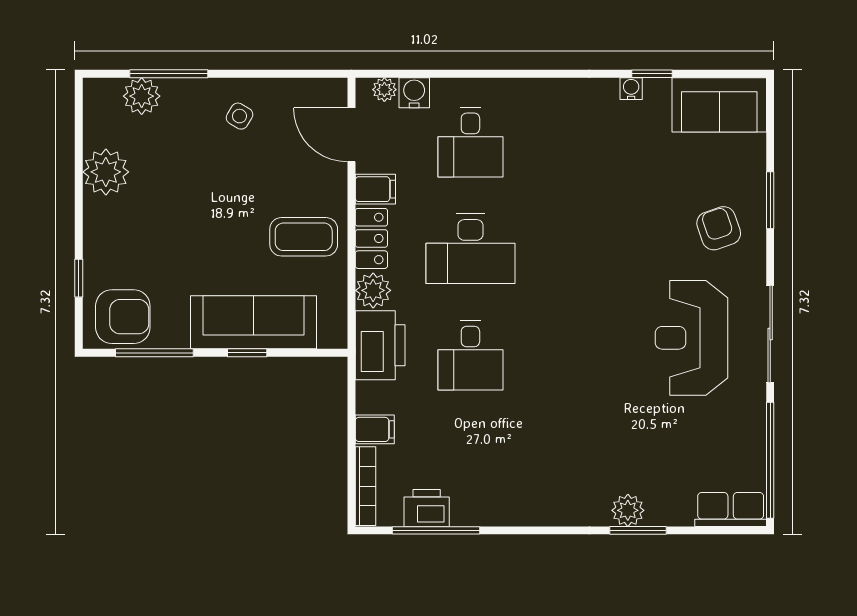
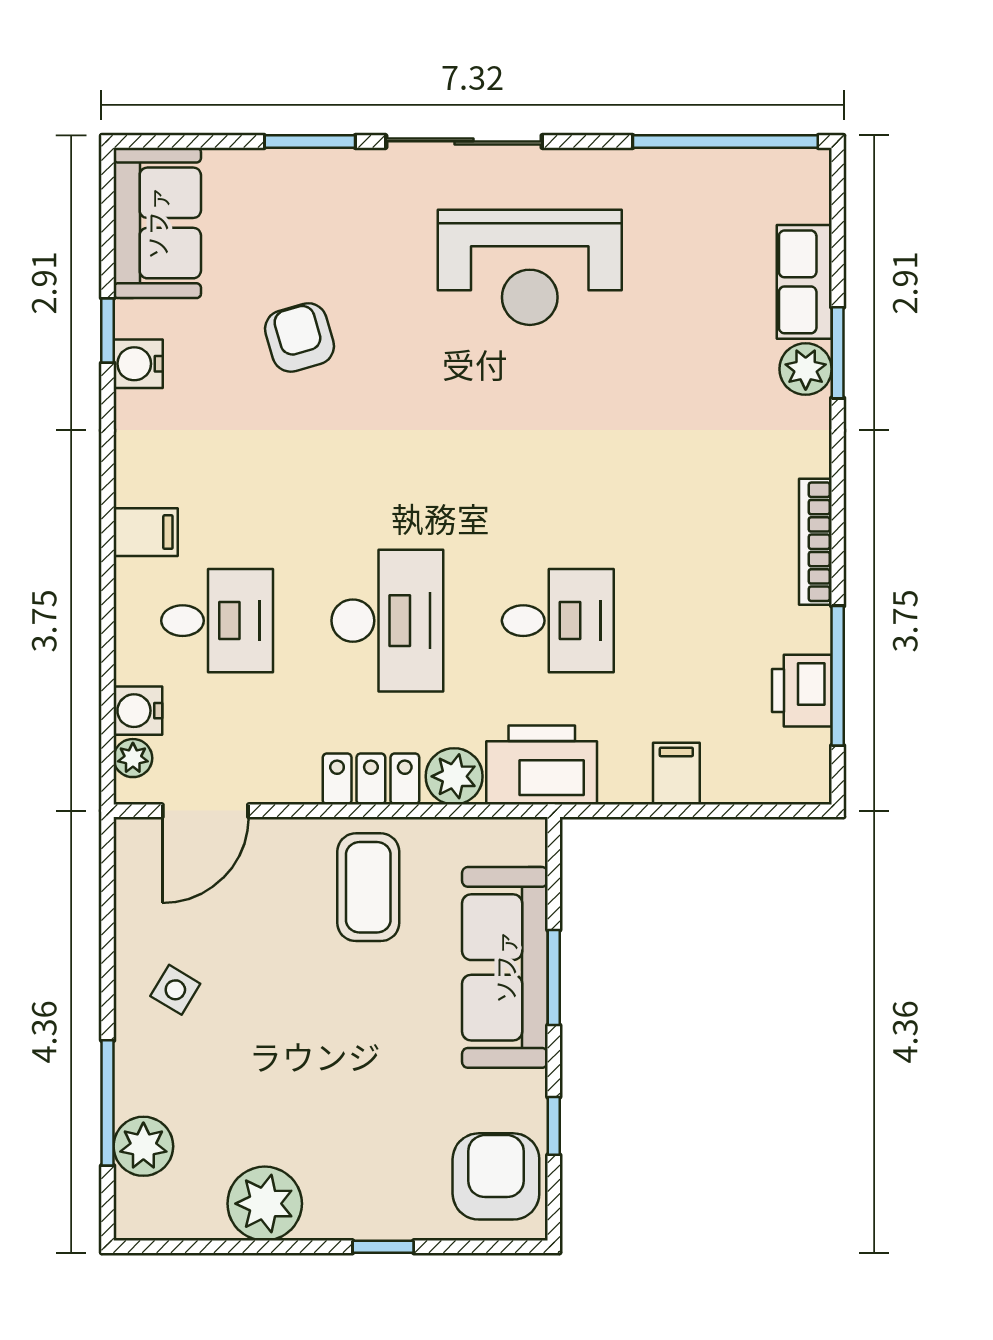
water cooler: (631, 89) -> (138, 364), width x1.38, depth x1.38
filing cabinet: (375, 189) -> (146, 532), moved, turned 90
armchair: (719, 228) -> (300, 337), moved, turned 93
window: (79, 278) -> (383, 1247), moved
sliding door: (770, 334) -> (464, 141), moved
window: (154, 353) -> (554, 1126), width x0.46
window: (247, 353) -> (554, 978), width x1.50
bookcase: (365, 486) -> (815, 542), moved, turned -90
row of seats: (731, 510) -> (804, 282), moved

